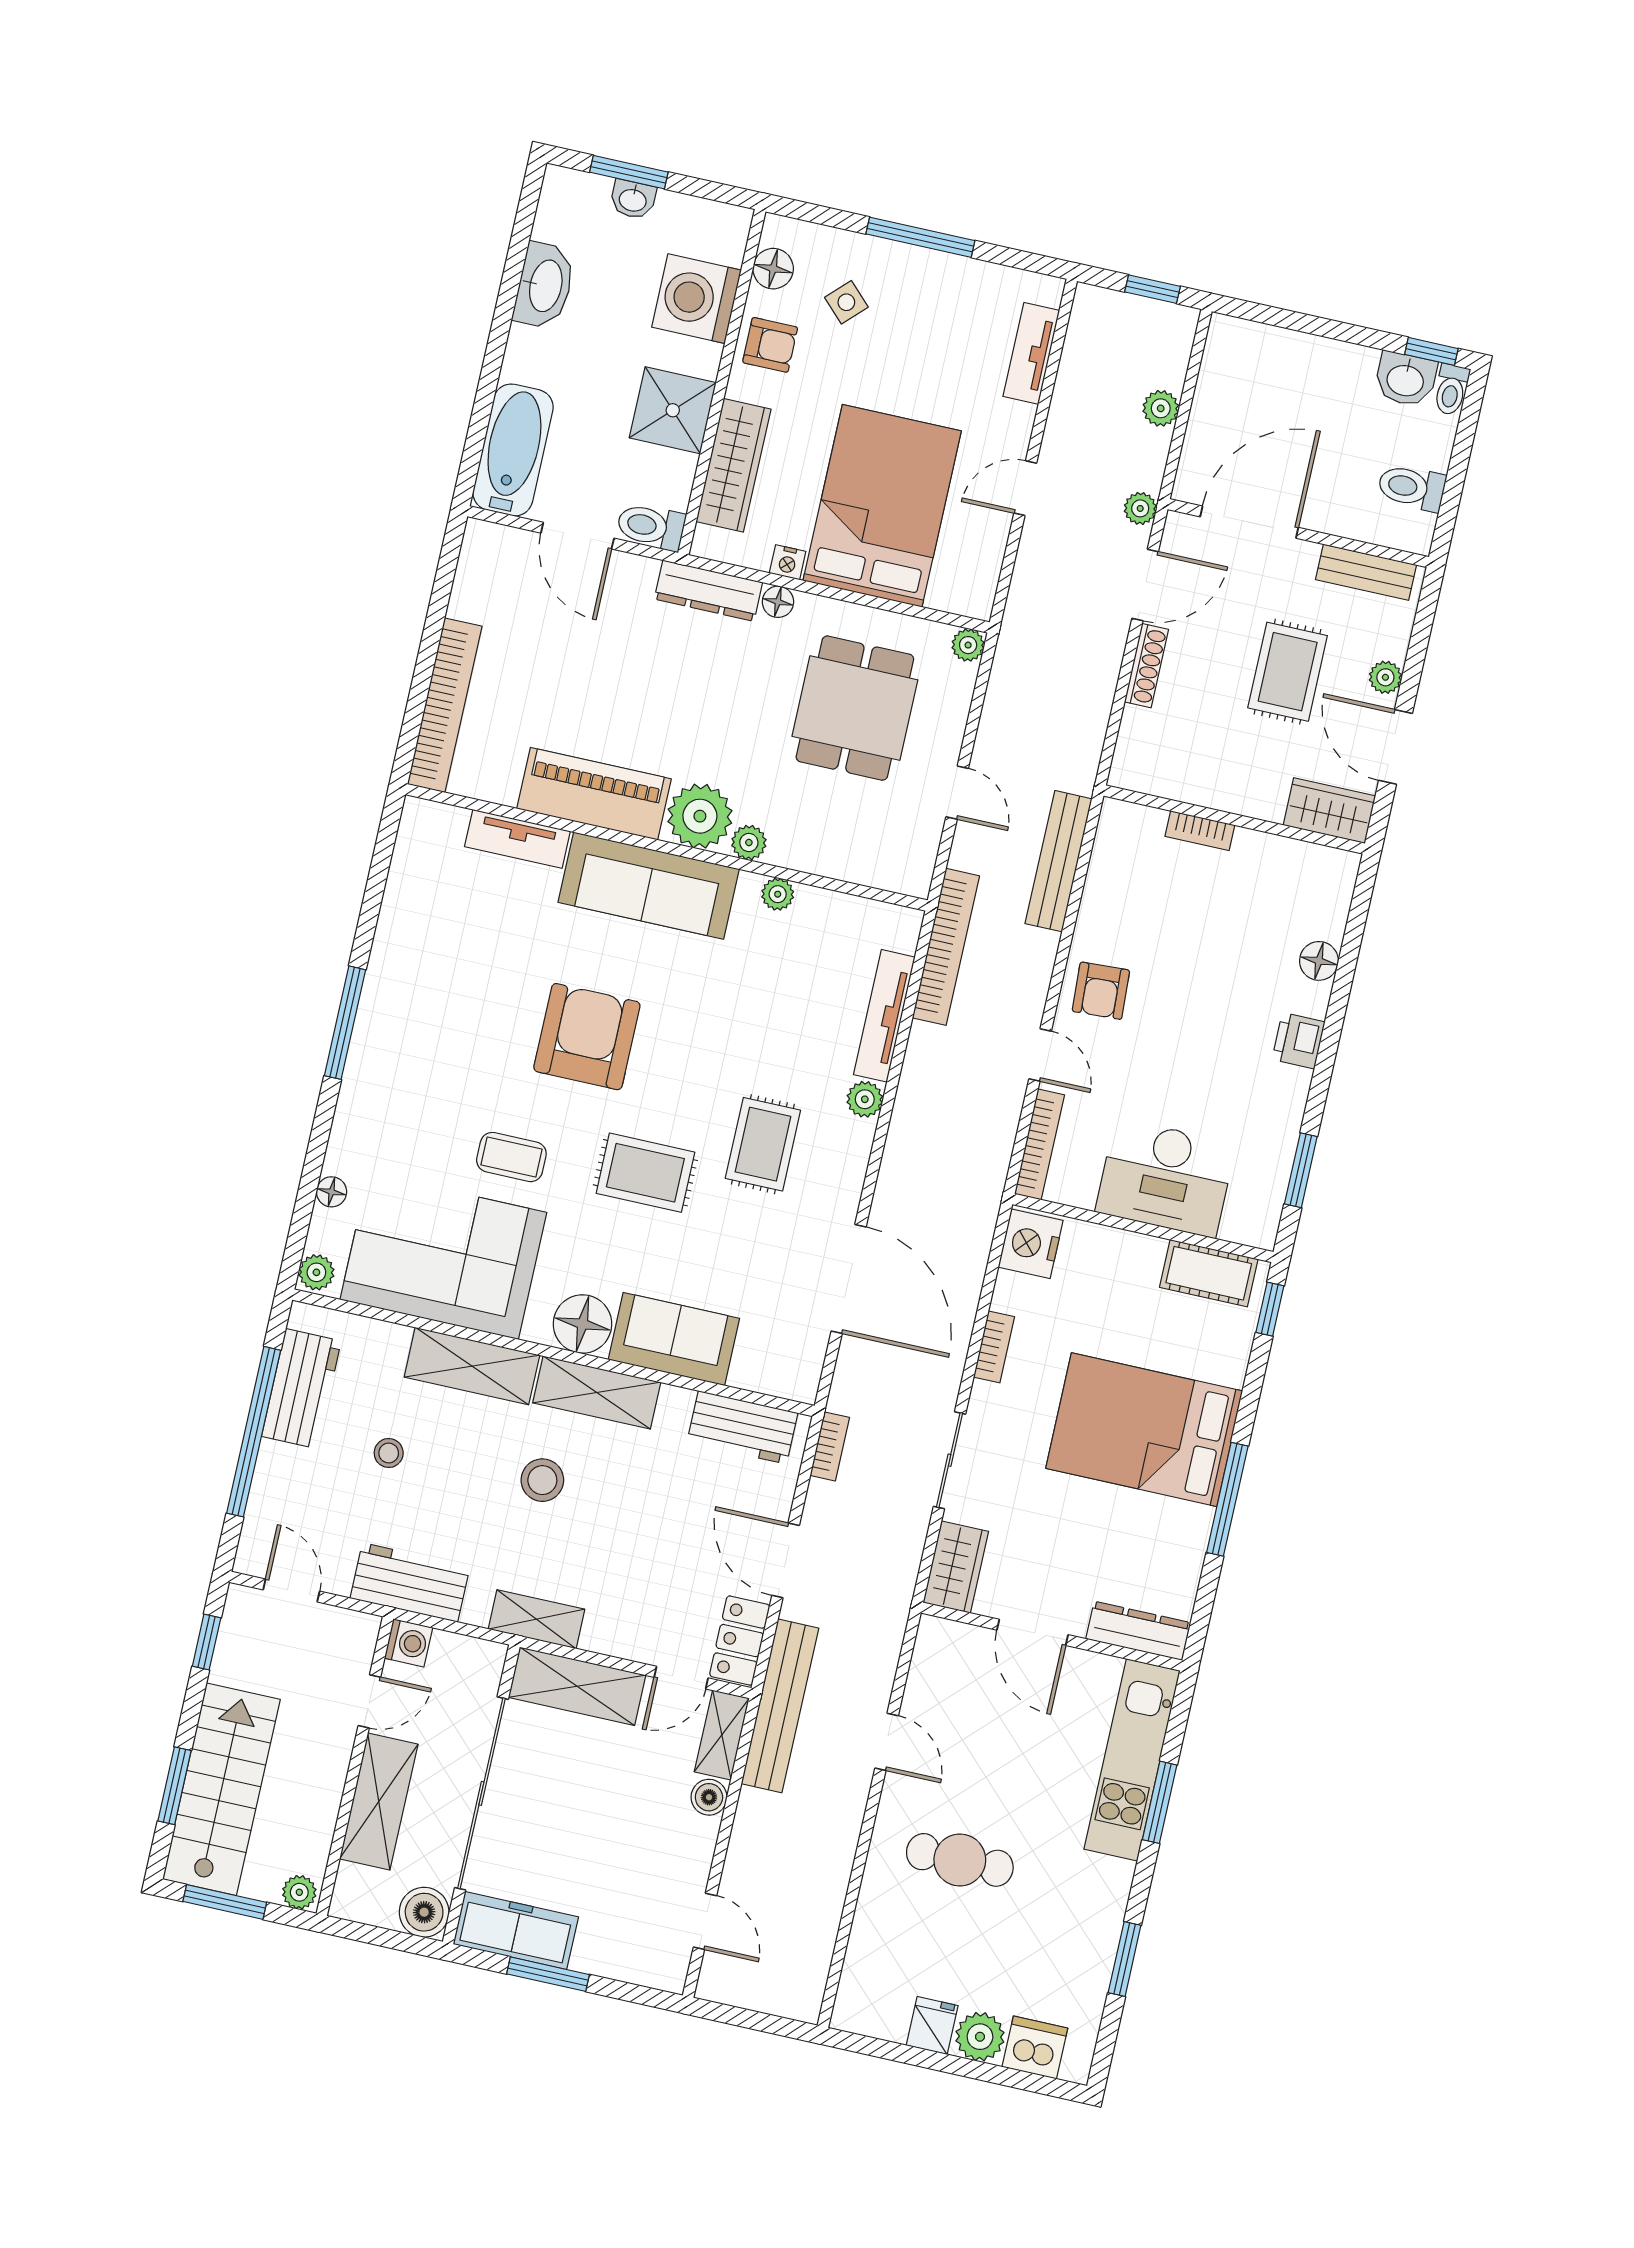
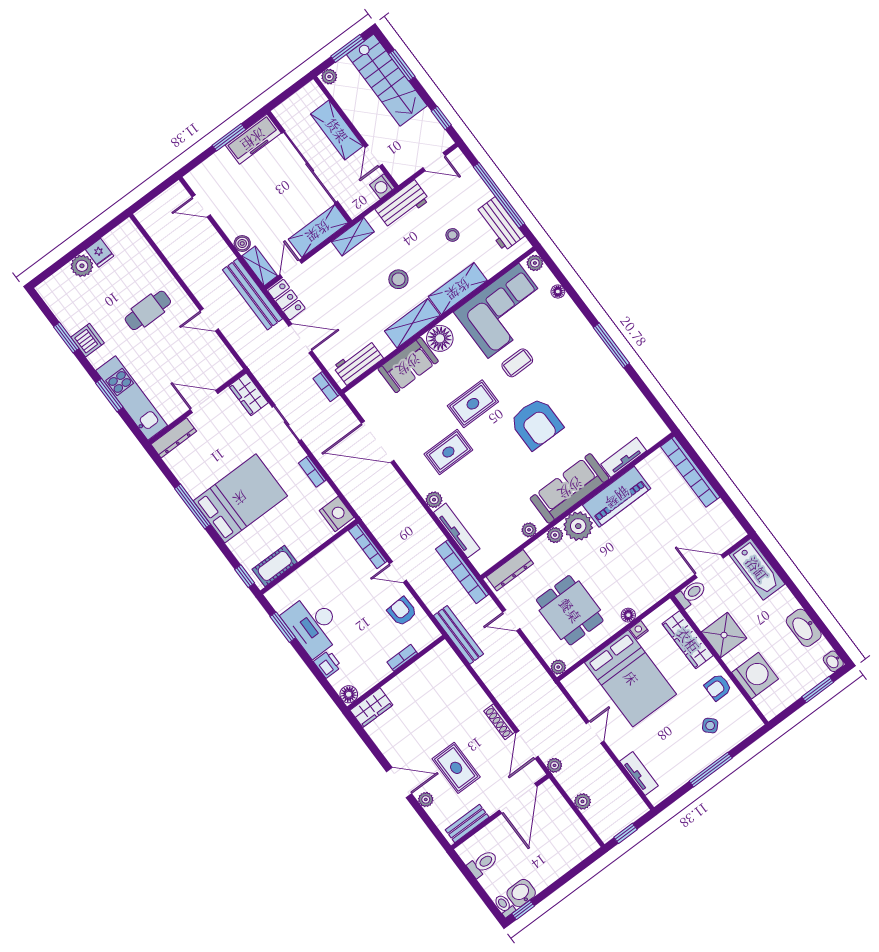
washbasin: (633, 199) -> (833, 661), moved, turned -90
floor lamp: (773, 269) -> (743, 710), removed
dresser: (708, 591) -> (510, 570), moved, turned 180
wardrobe: (1329, 810) -> (371, 708), moved
wall: (1234, 819) -> (396, 673), moved
bookcase: (1200, 831) -> (402, 658), moved
rug: (763, 1144) -> (448, 452), turned 90
desk: (1166, 1178) -> (313, 625), moved, turned -90
boiler: (424, 1912) -> (286, 113), removed
dishwasher: (1035, 2047) -> (88, 340), moved, turned -90

